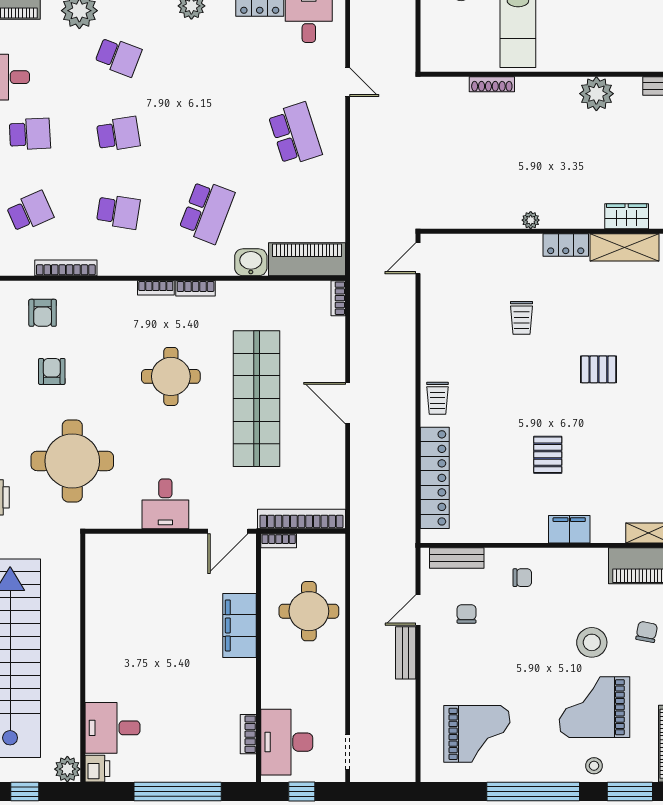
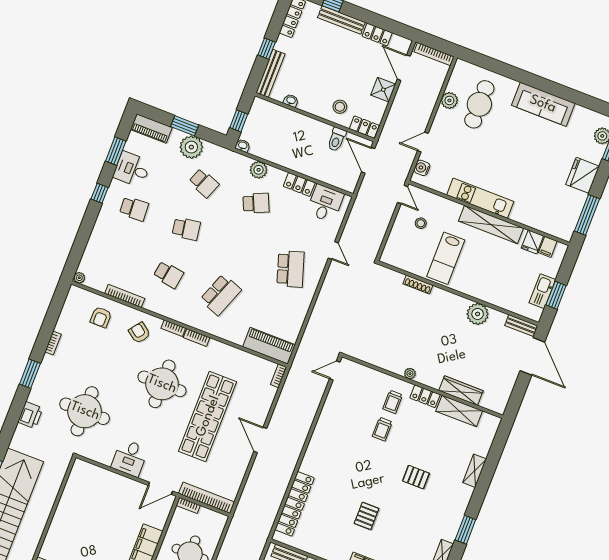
school desk: (30, 212) -> (256, 203), moved
wardrobe: (627, 216) -> (461, 391), width x1.50
washbasin: (251, 262) -> (235, 335), removed
armchair: (52, 371) -> (139, 333), moved, turned -53
round table: (171, 376) -> (162, 384), width x1.36, depth x1.36
trolley: (437, 398) -> (393, 402), moved

